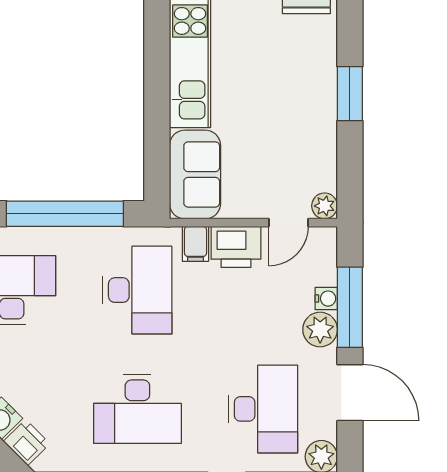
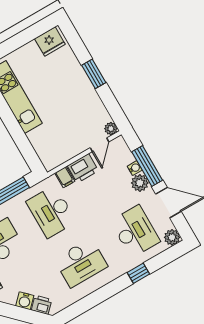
sofa: (195, 174) -> (47, 147), removed
desk: (137, 290) -> (51, 212), turned 180

